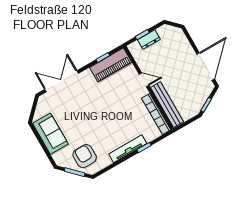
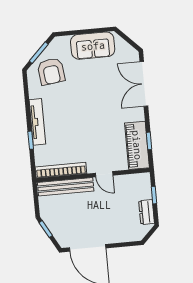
dresser: (149, 39) -> (147, 212), moved
door: (144, 80) -> (104, 174), hinge flipped
double door: (62, 81) -> (144, 84), swing flipped
armchair: (85, 156) -> (51, 71), turned 83

